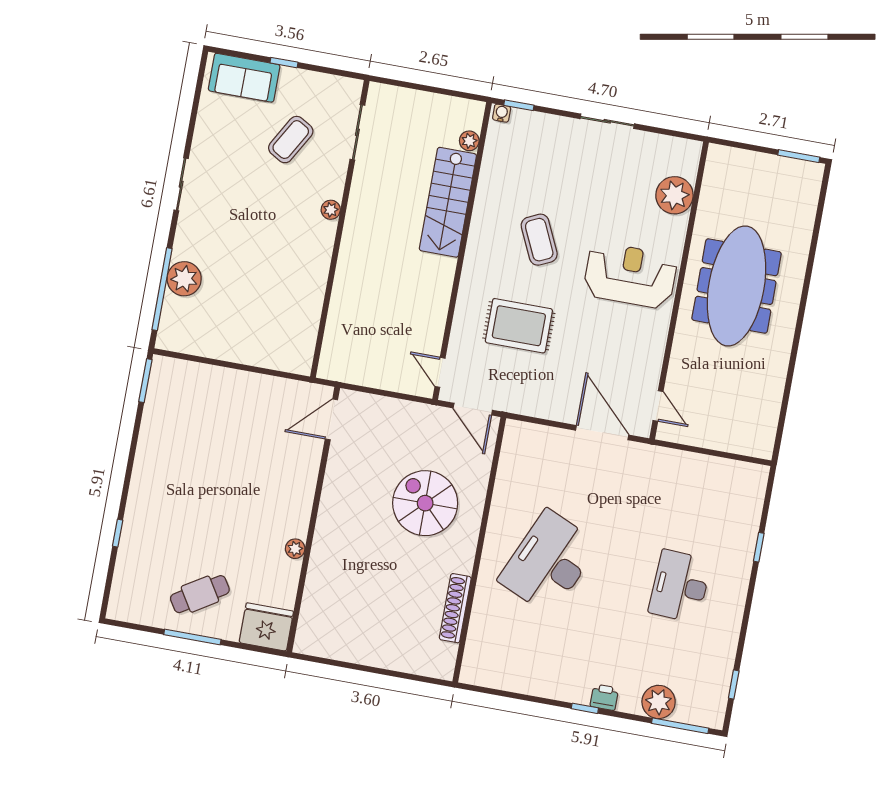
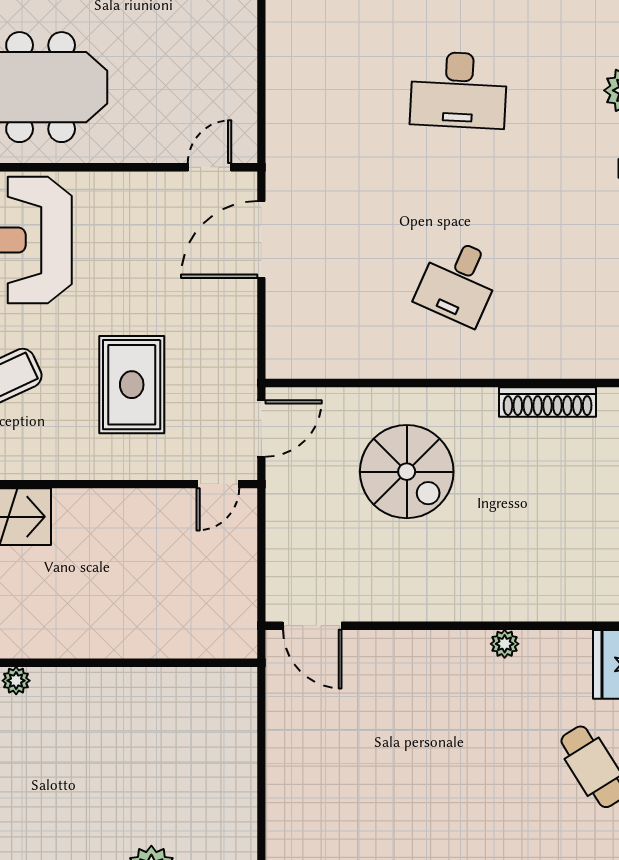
spiral stairs: (425, 503) -> (407, 472), turned -90
desk: (549, 562) -> (459, 282), width x0.53, depth x0.77

